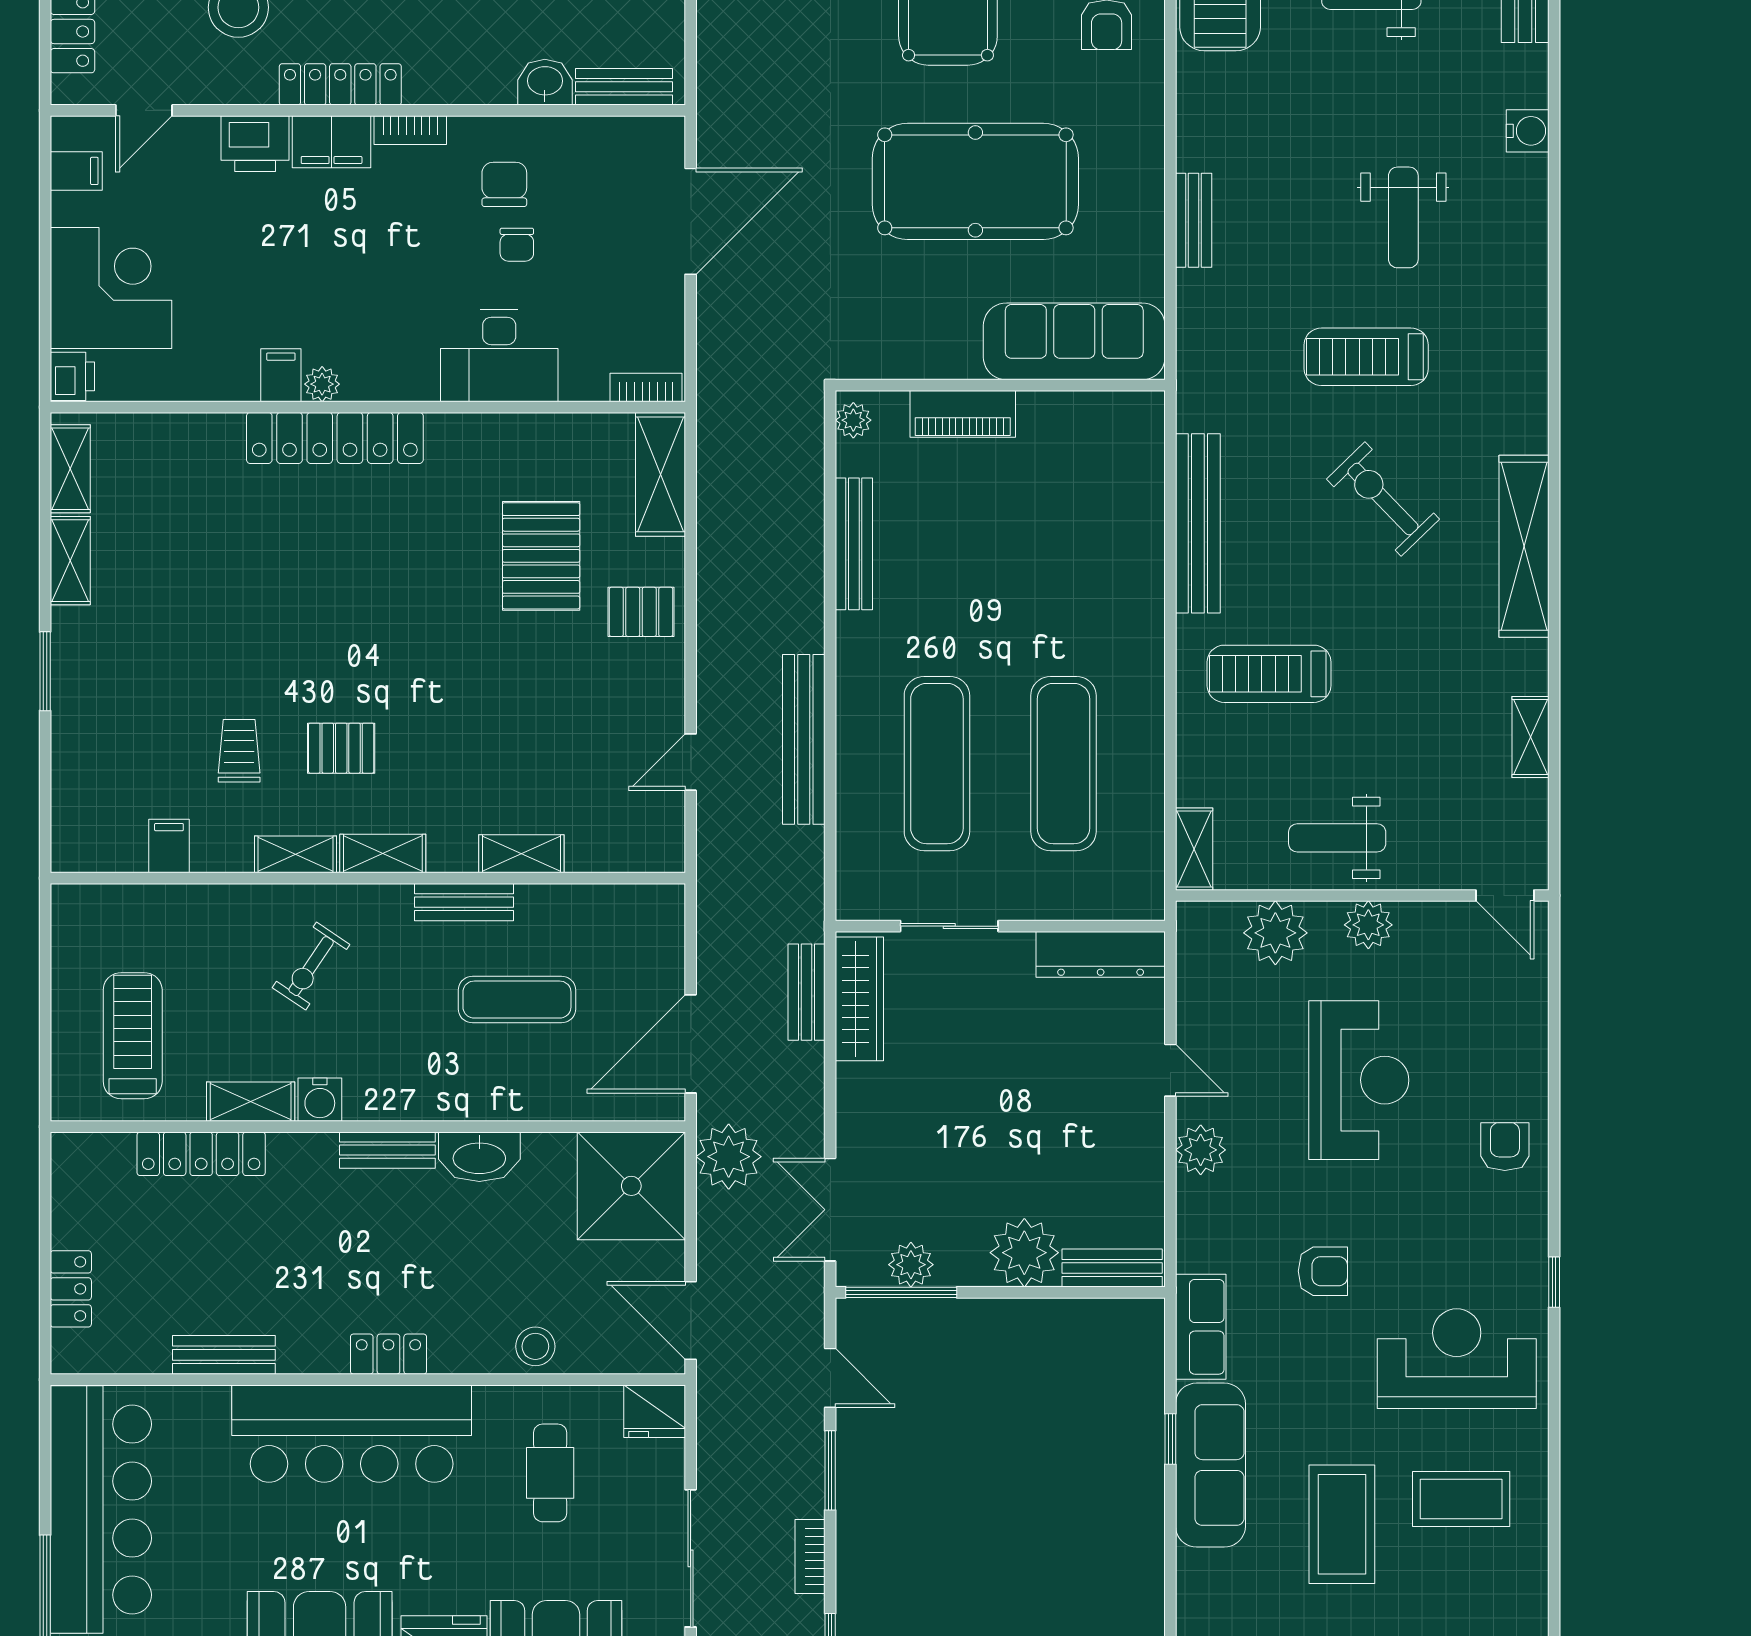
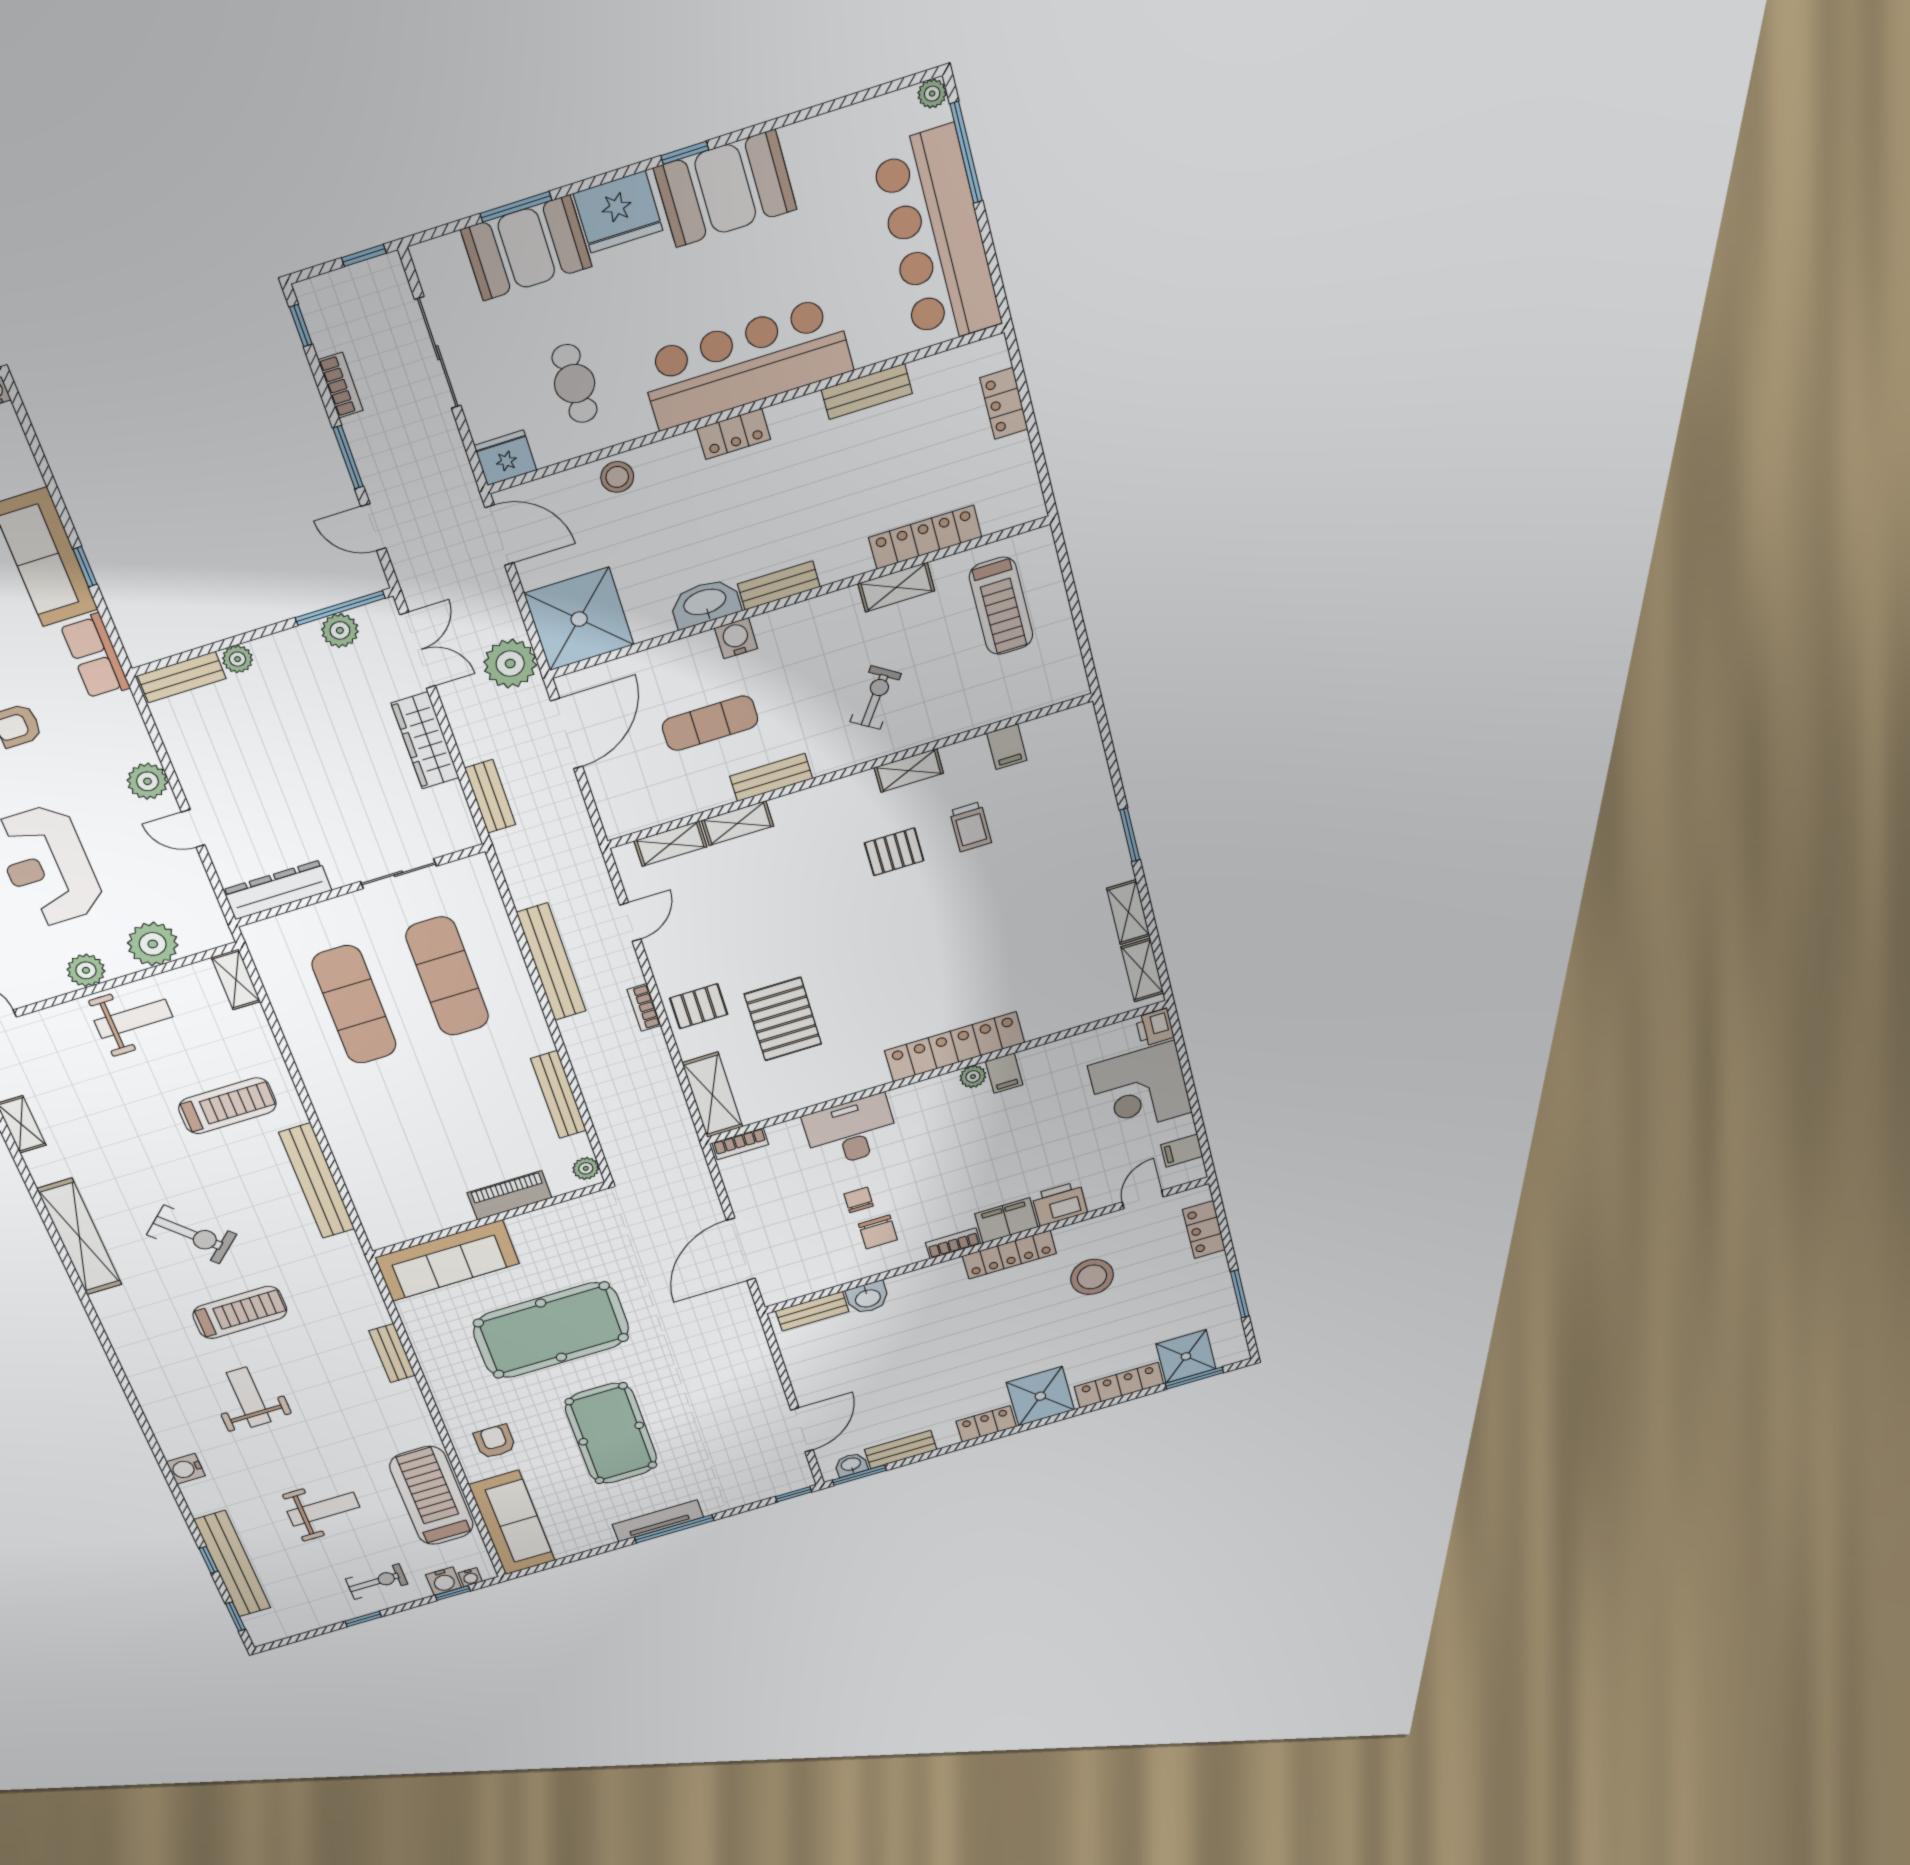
bookcase: (709, 634) -> (644, 1007), added
shelving: (383, 854) -> (670, 844), moved
wardrobe: (859, 999) -> (425, 741), moved
water cooler: (320, 1100) -> (736, 638), moved
plant: (1024, 1253) -> (238, 659), width x0.53, depth x0.53

